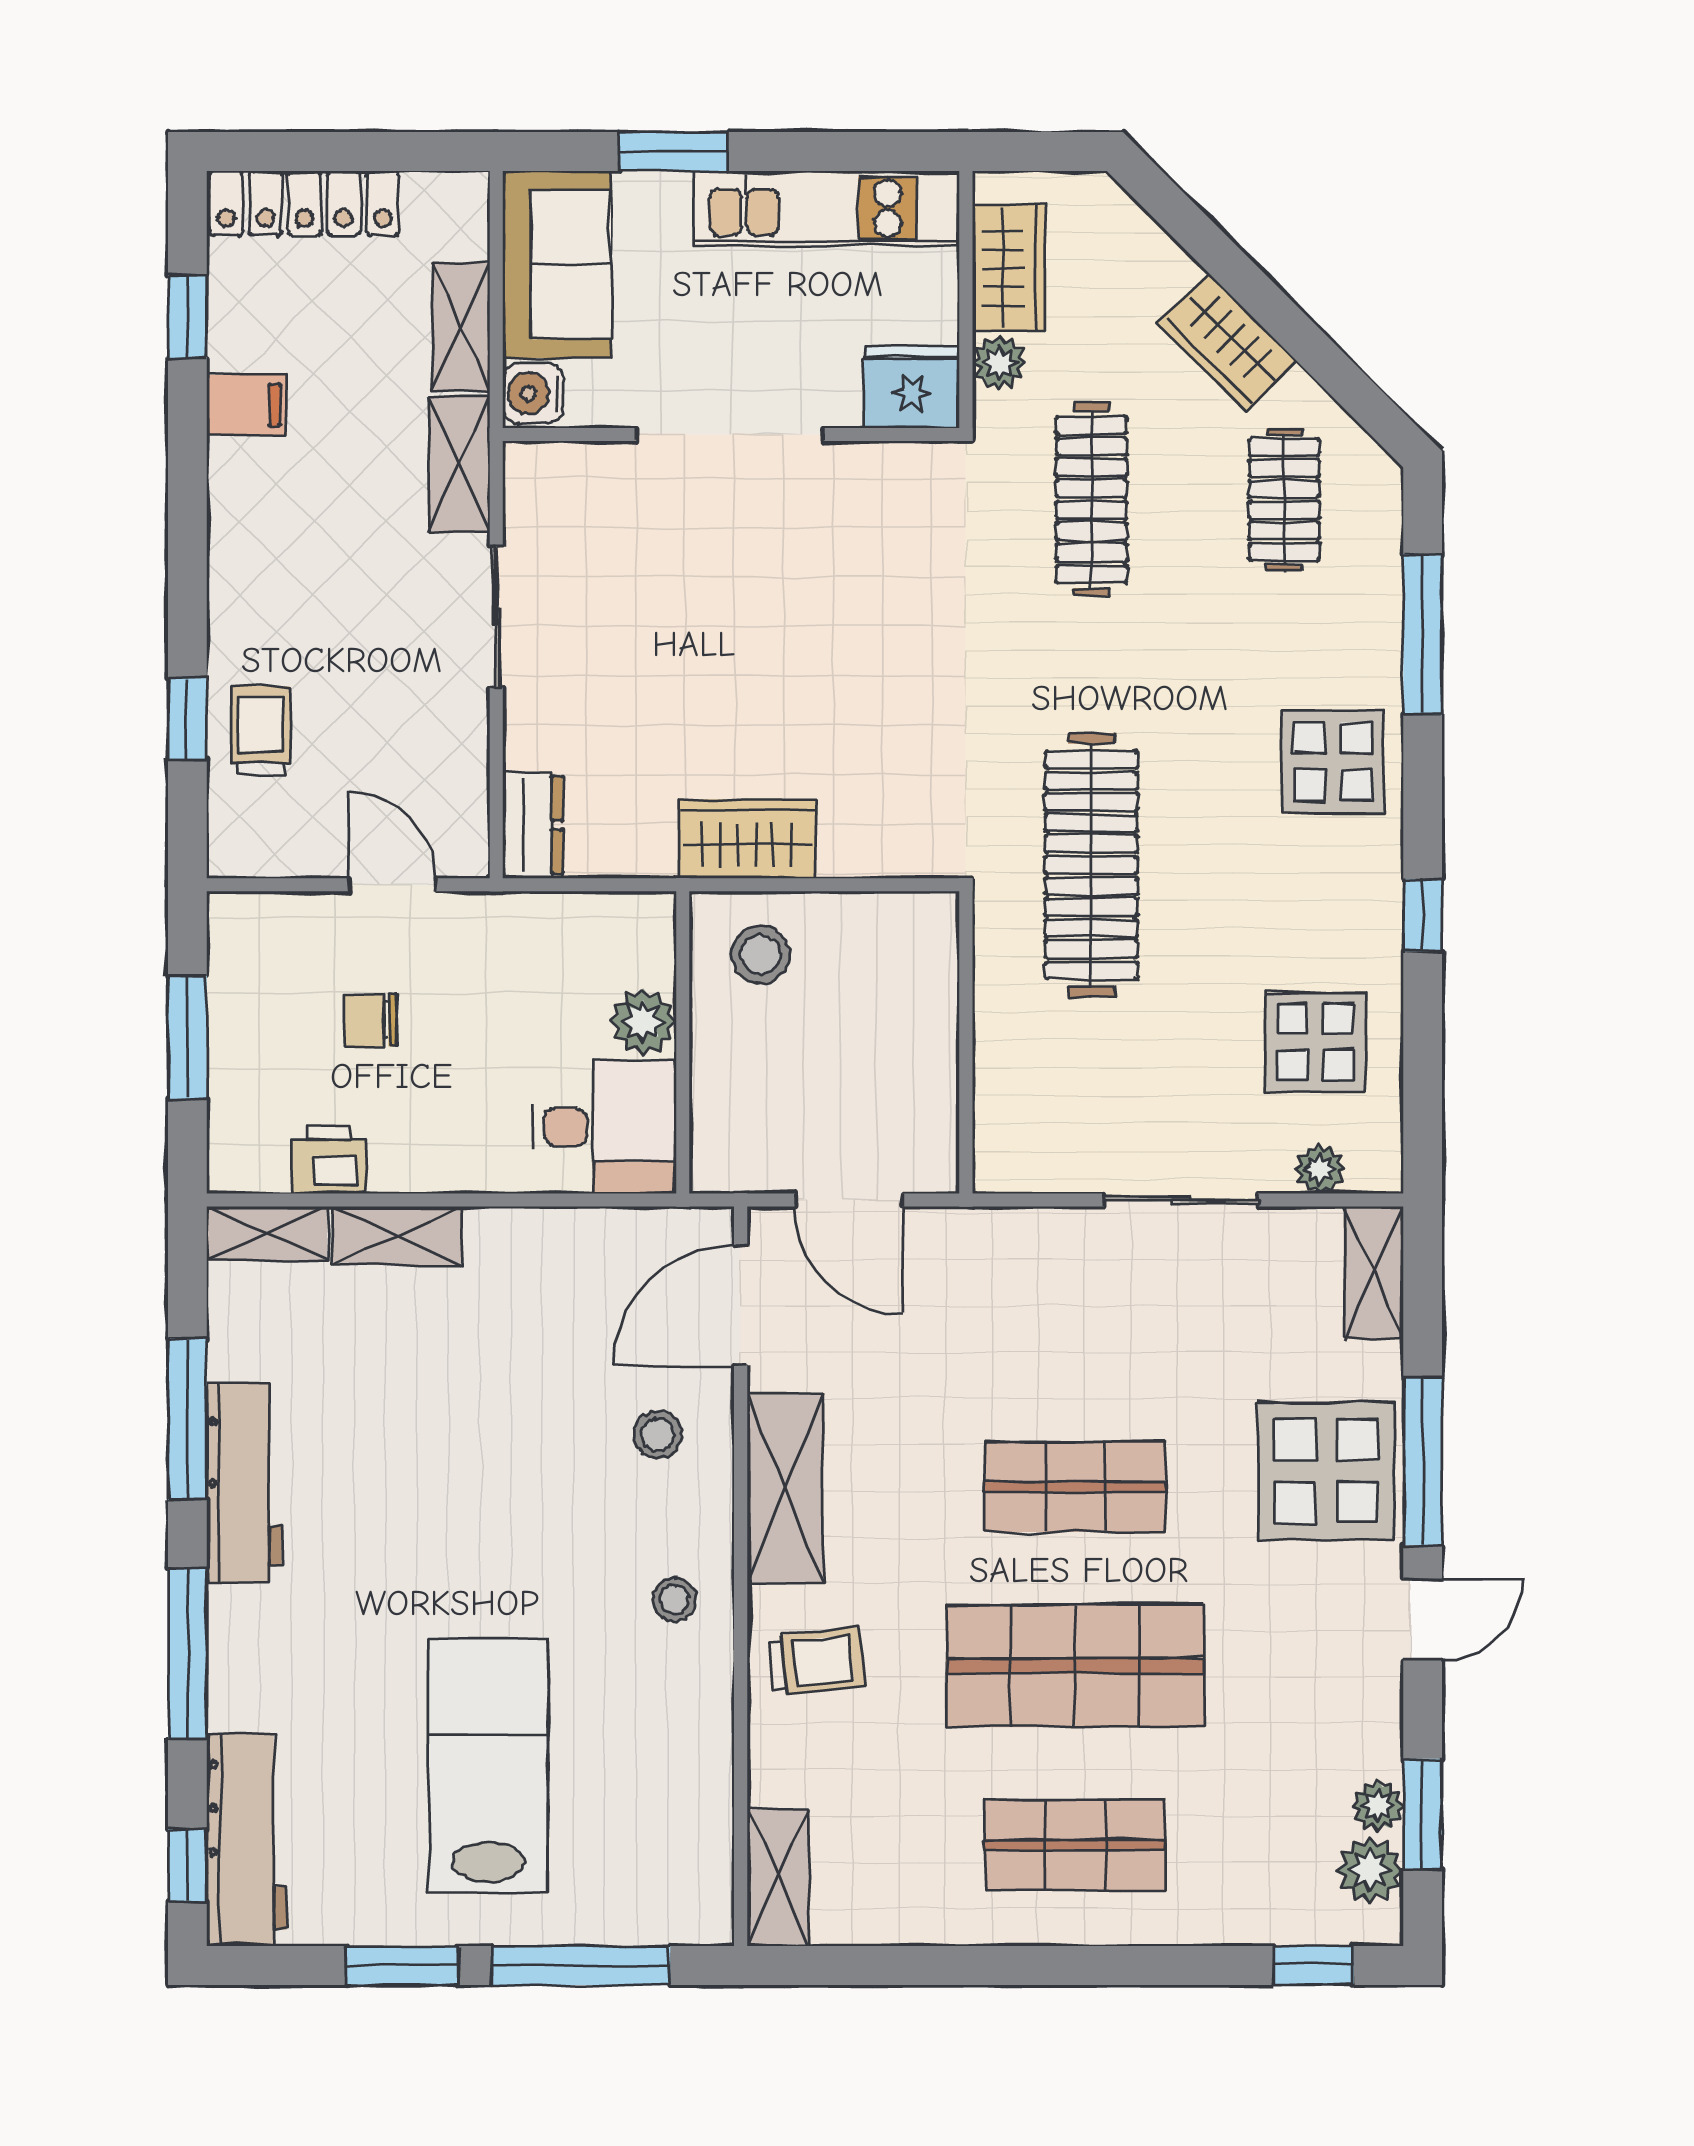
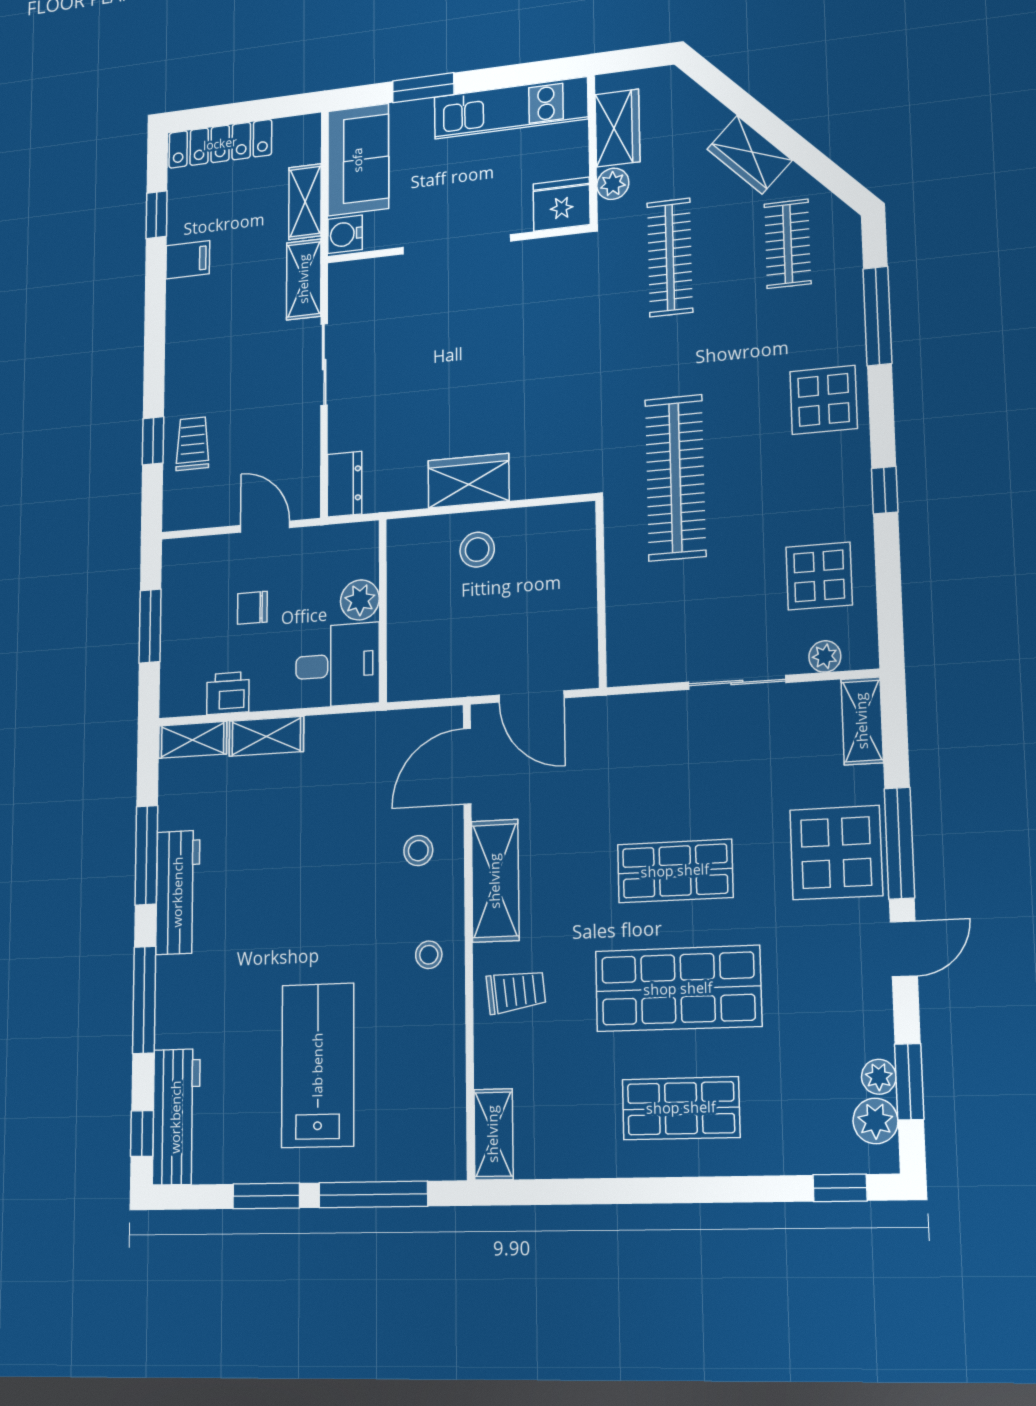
plant: (643, 1022) -> (360, 600), moved
wall: (683, 1042) -> (383, 611), moved
desk: (604, 1127) -> (338, 665), moved

